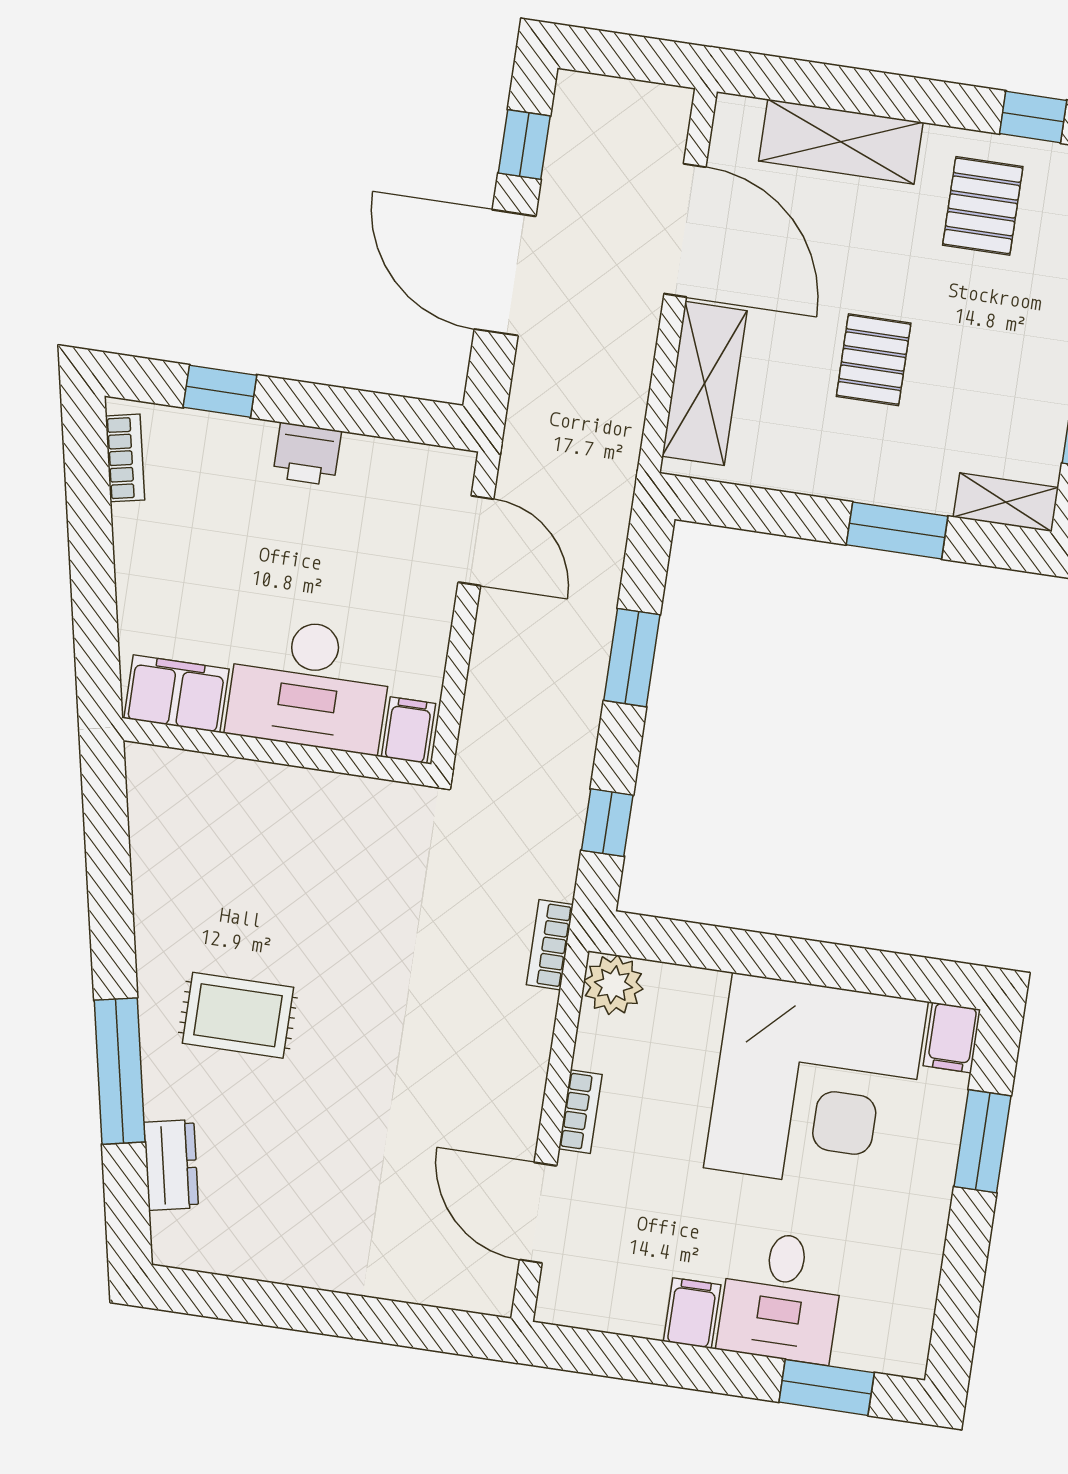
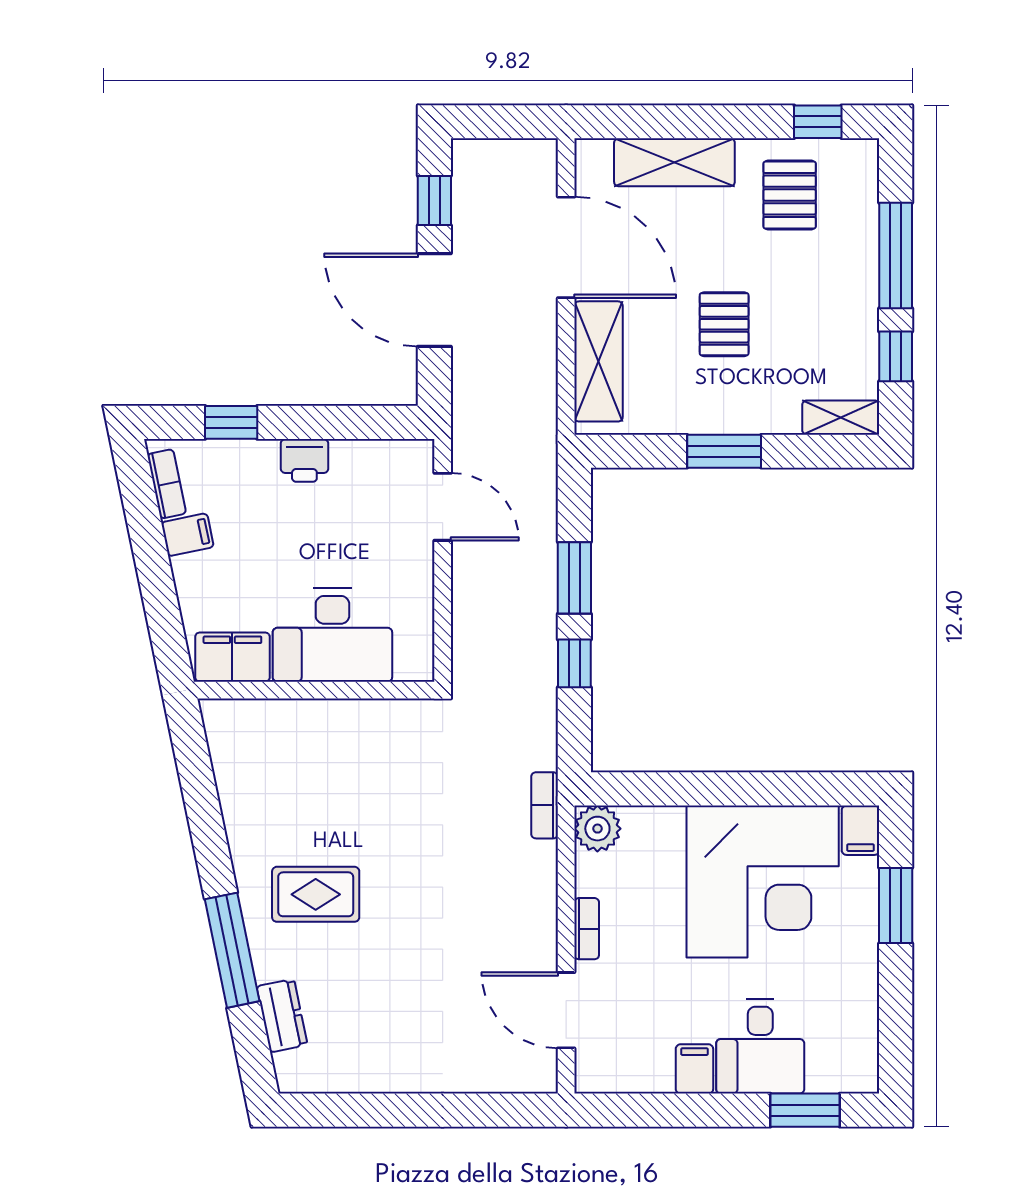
window: (897, 530) -> (724, 451), moved
filing cabinet: (408, 730) -> (187, 535), moved, turned 78
window: (607, 823) -> (574, 663), moved

